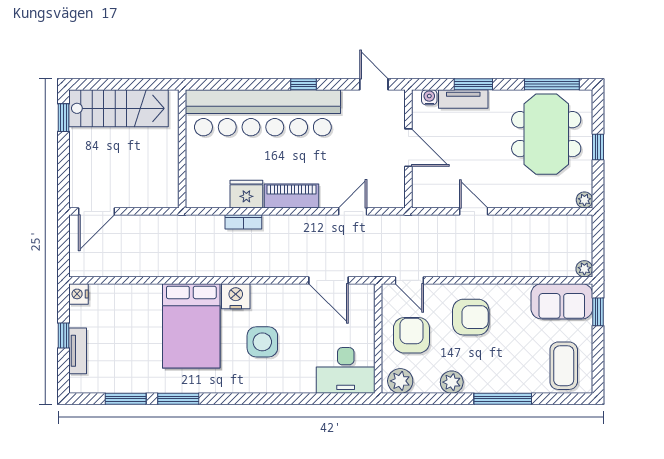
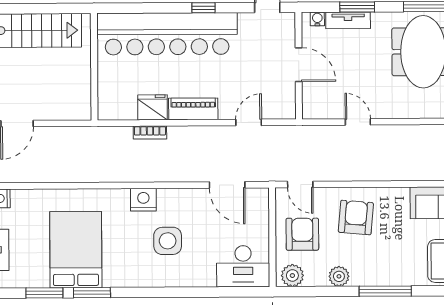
armchair: (471, 317) -> (356, 217), turned -85
bed: (191, 326) -> (76, 250), moved, turned 180

